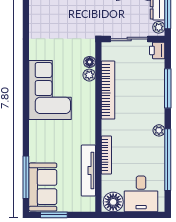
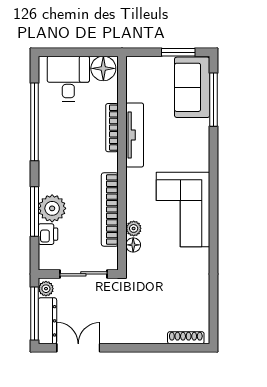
printer: (157, 50) -> (48, 234), moved
plant: (159, 130) -> (52, 208), moved, width x1.87, depth x1.87
tv unit: (88, 171) -> (135, 135), moved

